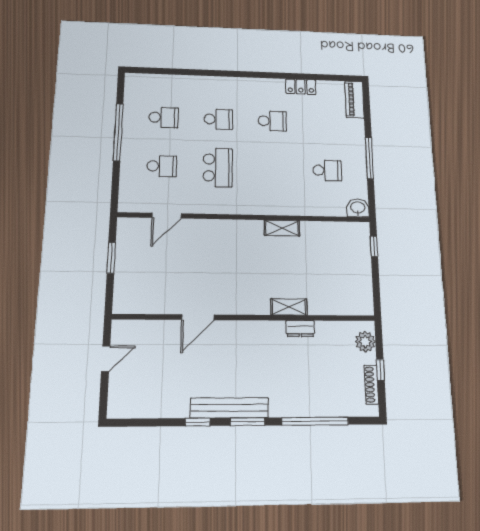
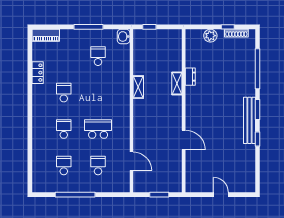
shelving: (289, 307) -> (177, 83), moved
door: (198, 317) -> (184, 140), moved
wall: (245, 318) -> (184, 111), moved
dresser: (300, 329) -> (190, 77), moved

